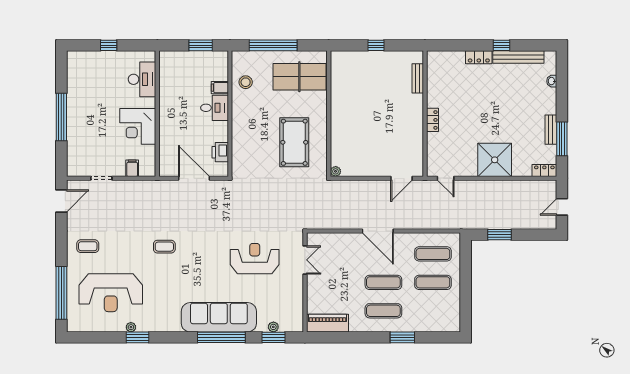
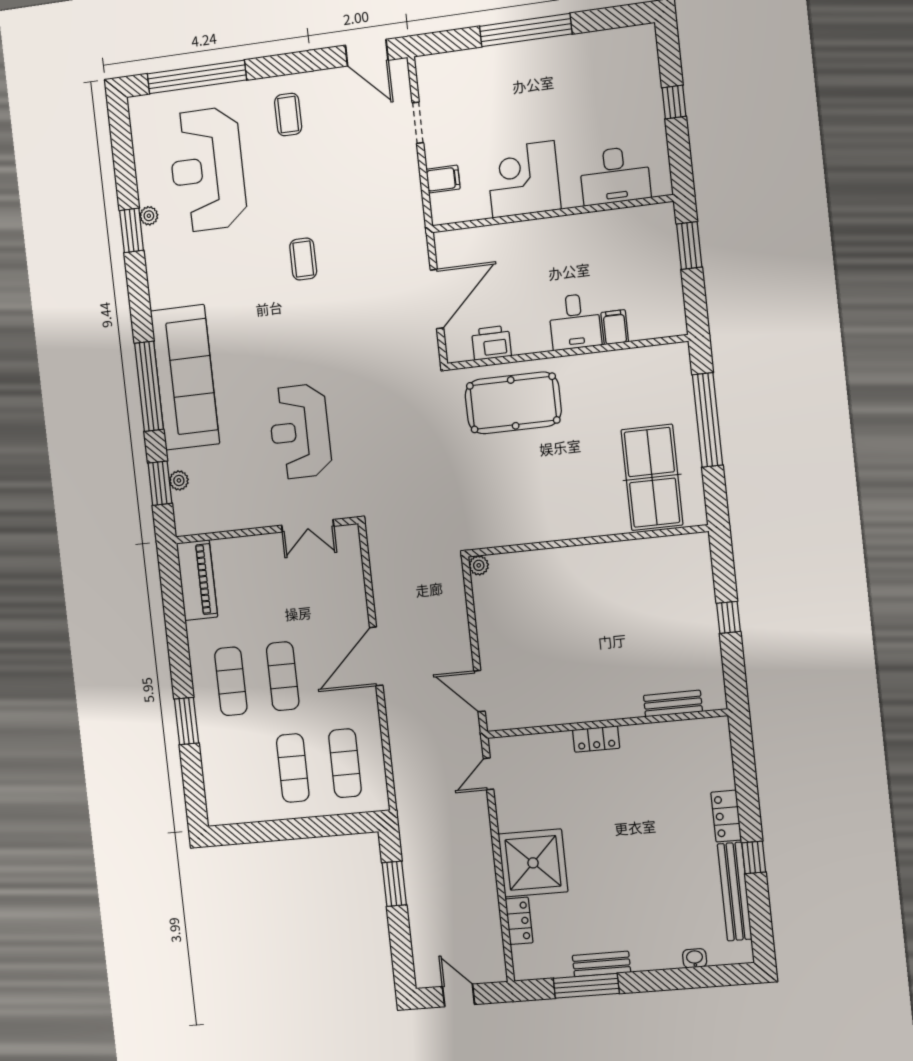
window: (201, 45) -> (689, 246), moved
stool: (246, 82) -> (630, 375), removed
pool table: (294, 142) -> (513, 403), moved
locker: (544, 170) -> (519, 921), moved
reception desk: (255, 259) -> (300, 431), turned 180

